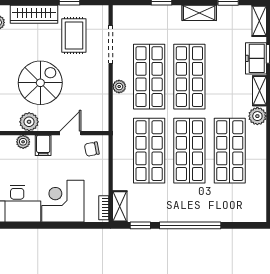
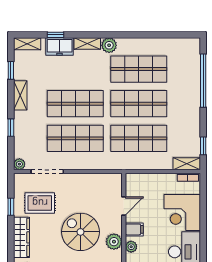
plant: (119, 87) -> (19, 164), moved
door: (70, 133) -> (124, 206), swing flipped
chair: (92, 149) -> (137, 188), removed
window: (190, 225) -> (203, 81), moved

